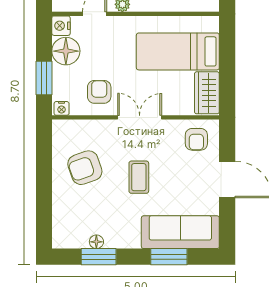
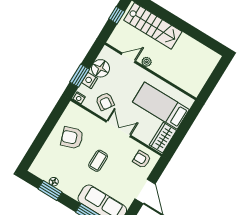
nightstand: (61, 26) -> (89, 80), moved
armchair: (99, 92) -> (105, 101), turned 124
armchair: (196, 139) -> (142, 159), turned 90

